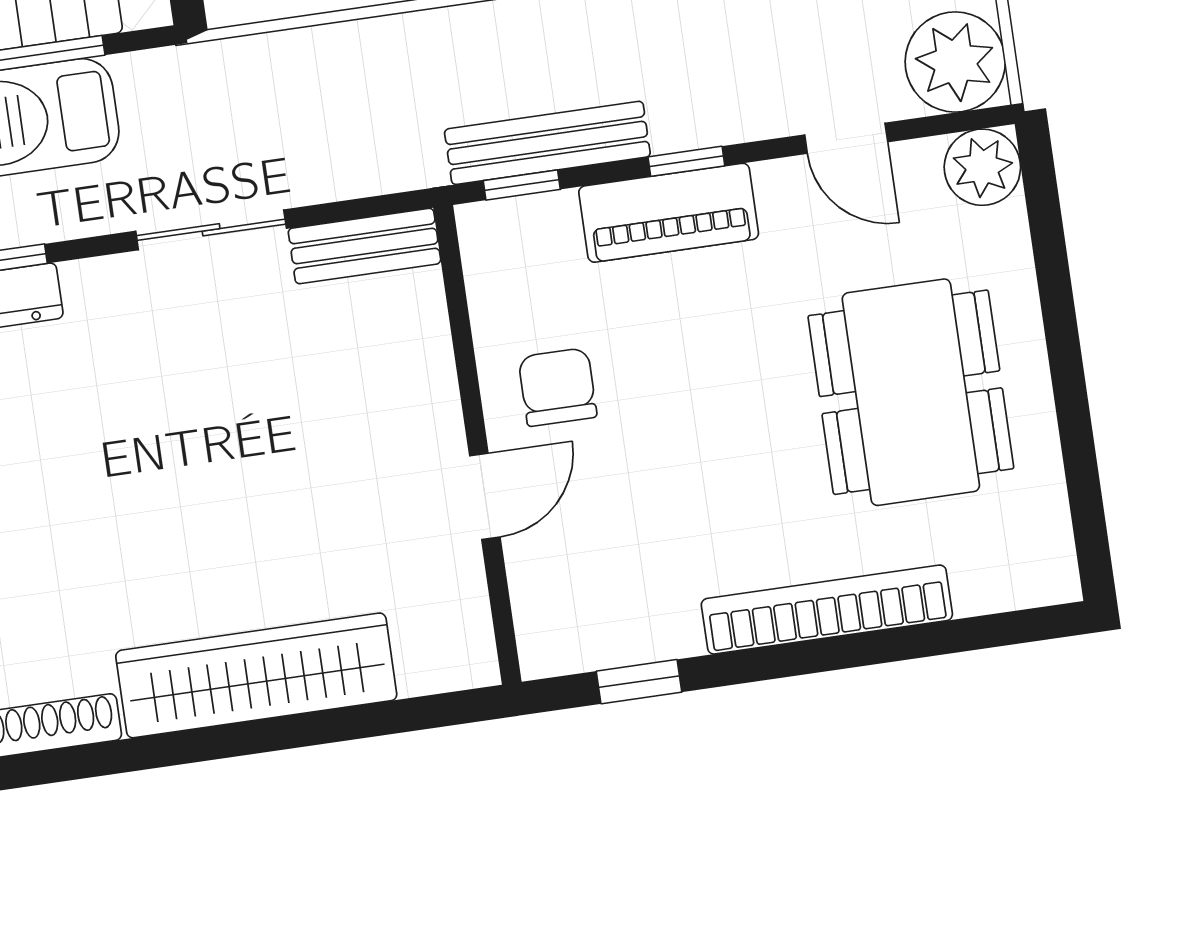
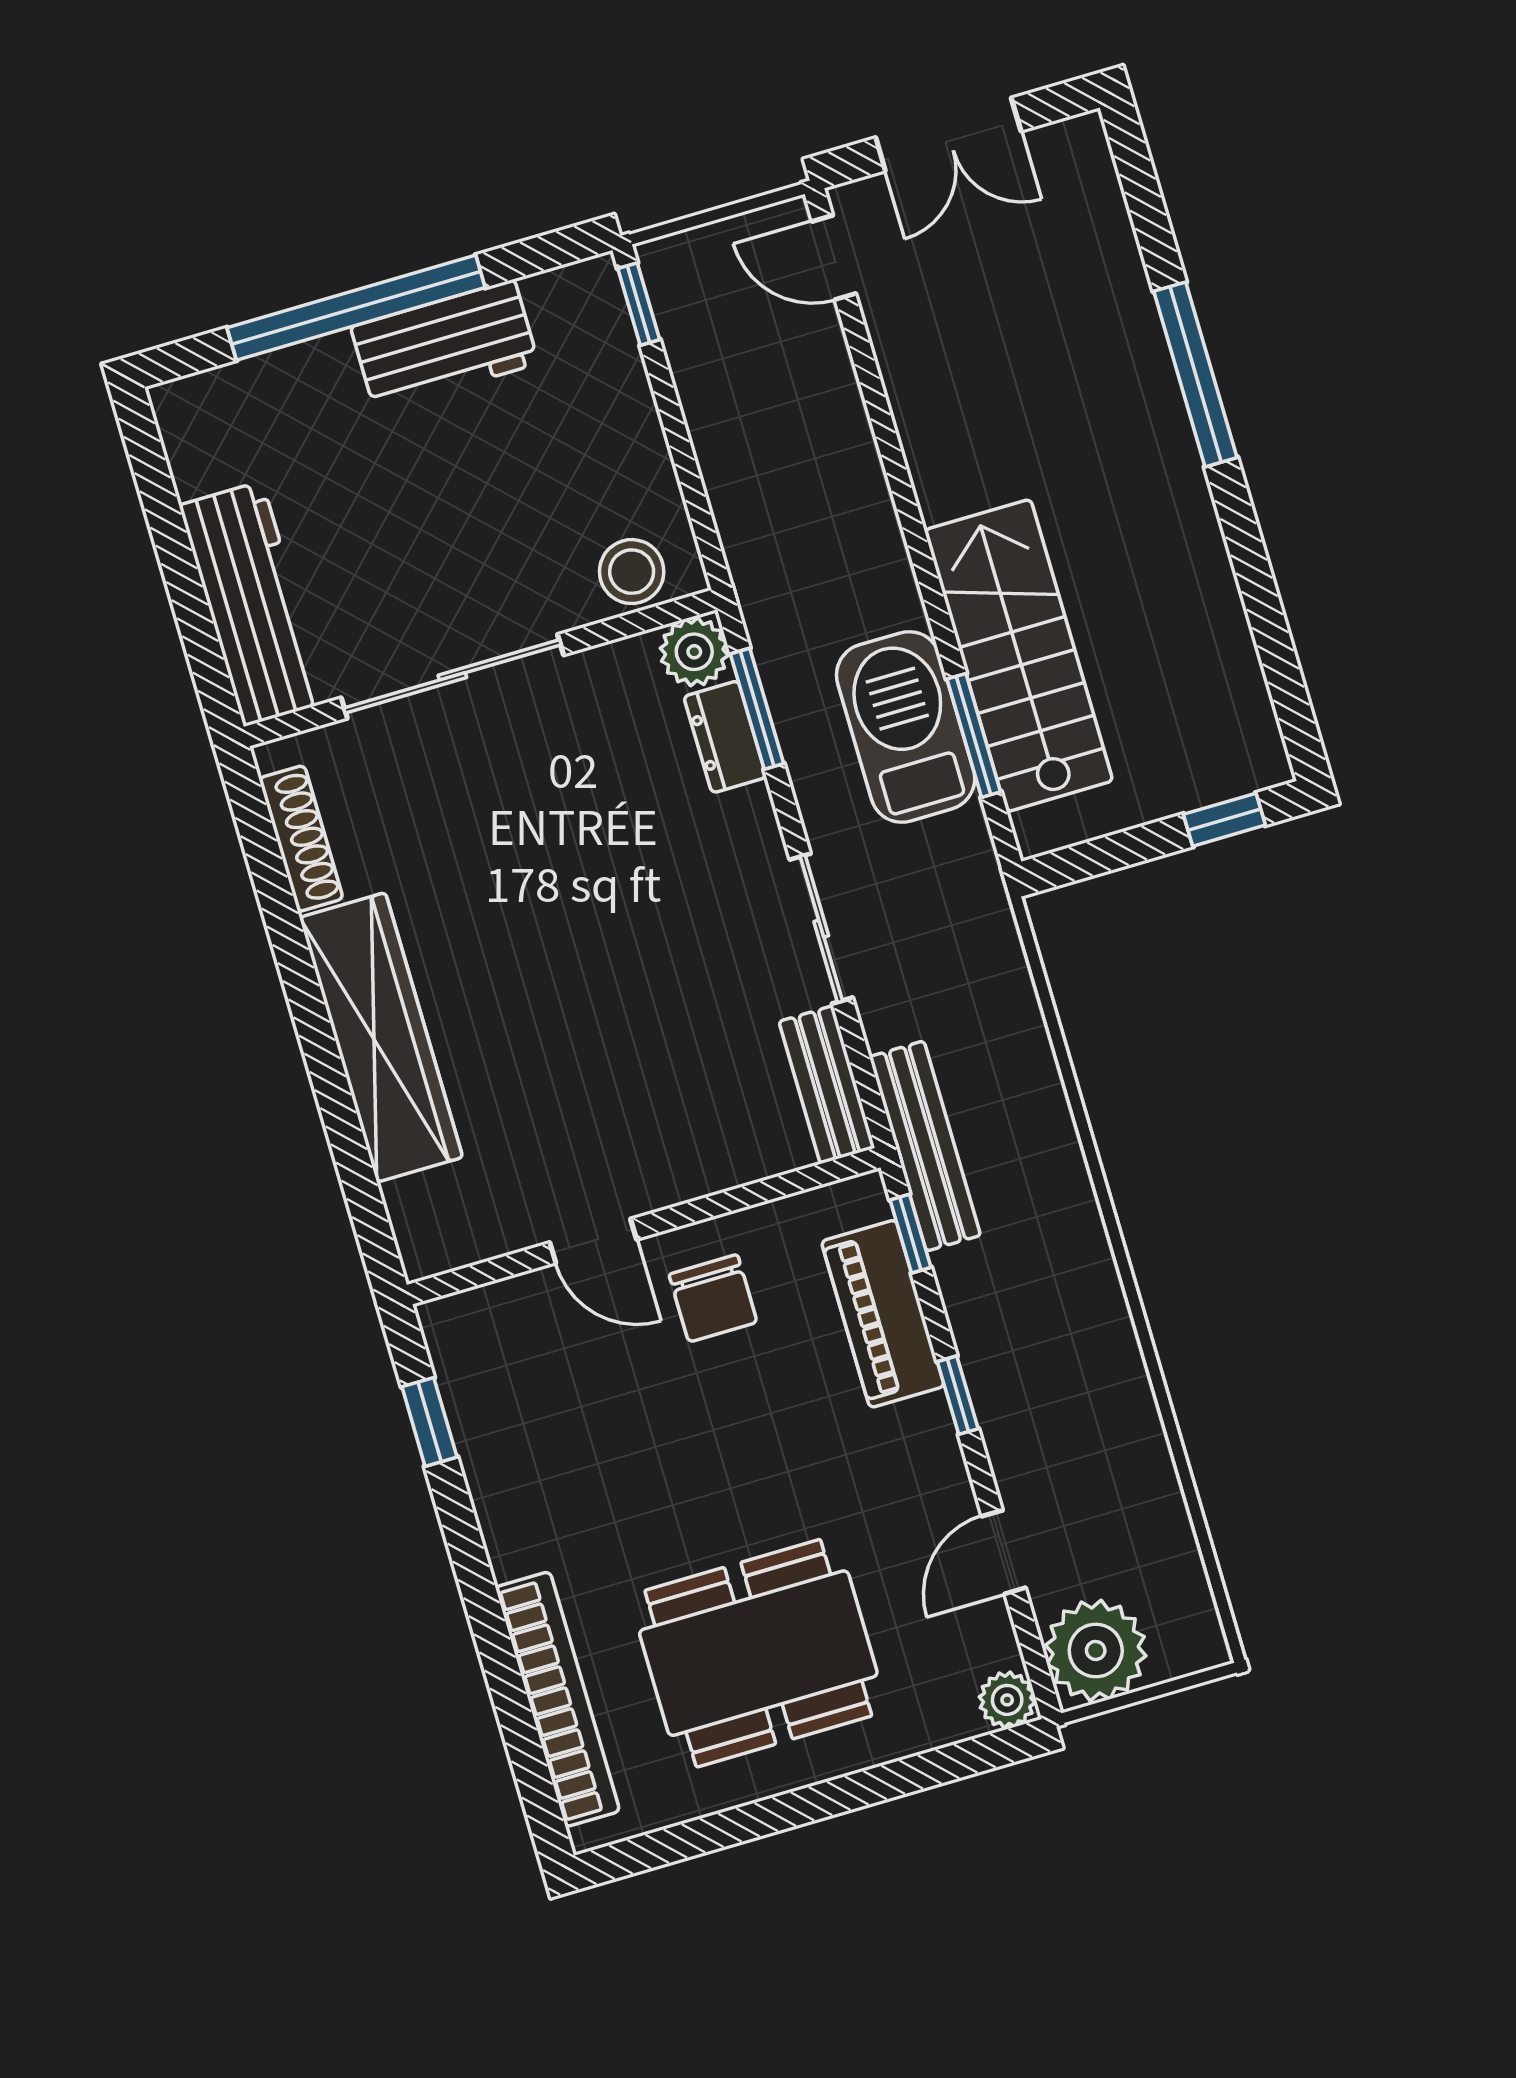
bench: (547, 143) -> (925, 1146), moved
plant: (982, 167) -> (1007, 1700), width x0.73, depth x0.73
piano: (669, 213) -> (883, 1314), moved
chair: (558, 387) -> (713, 1298), turned 90
bookcase: (827, 610) -> (558, 1699), moved

